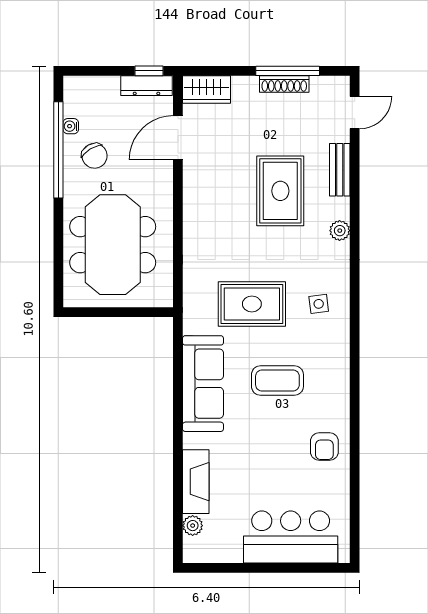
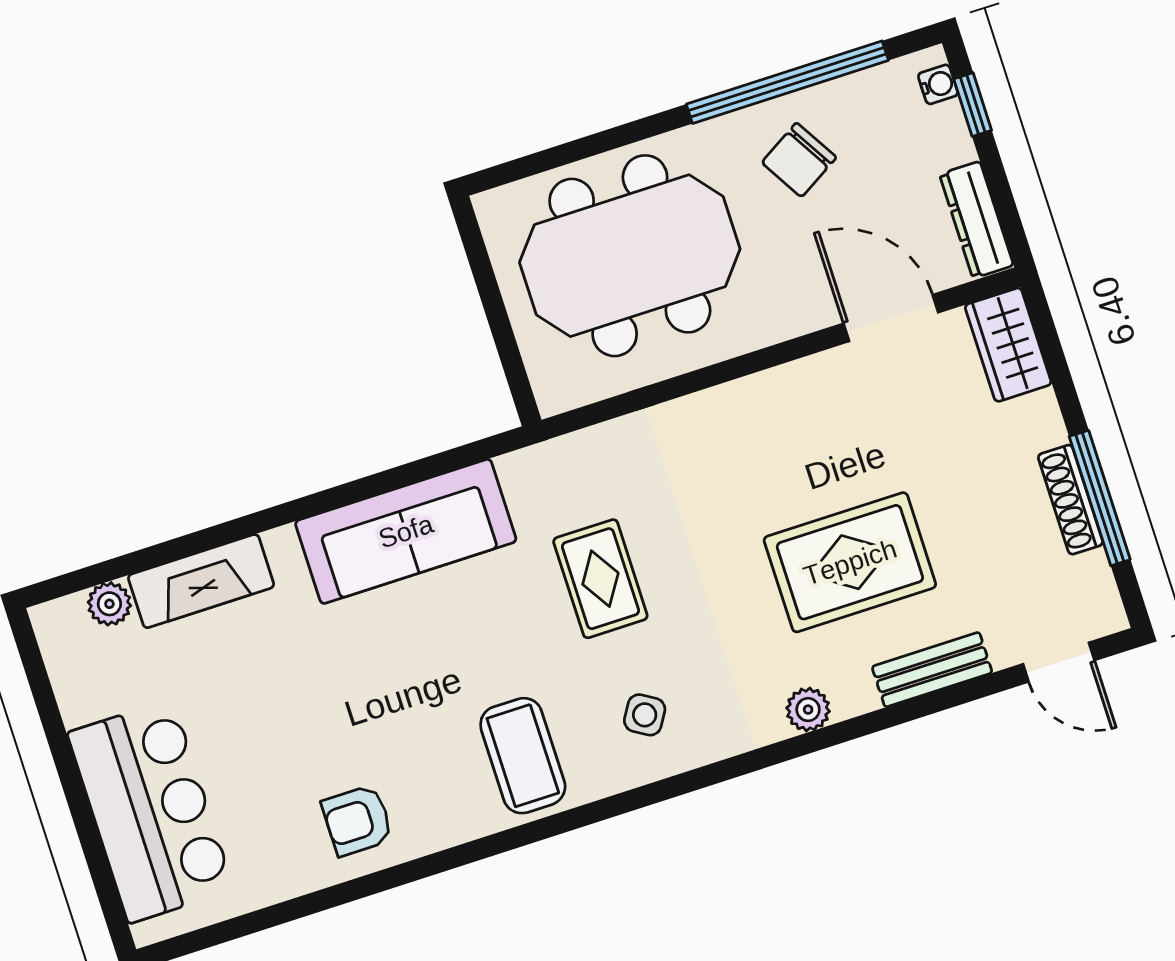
window: (149, 71) -> (973, 105), moved
water cooler: (71, 126) -> (938, 84), moved, turned 90
rug: (252, 304) -> (600, 579), width x0.73, depth x0.70
side table: (319, 304) -> (645, 715), turned 38
coffee table: (277, 380) -> (523, 756), moved

